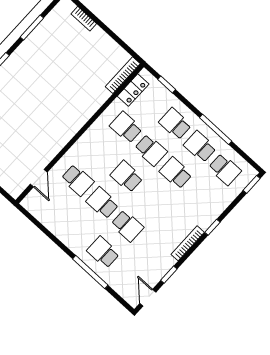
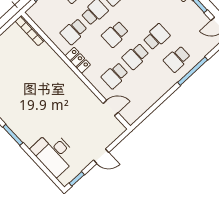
locker: (133, 90) -> (78, 60), moved
school desk: (78, 180) -> (115, 76), turned 180

